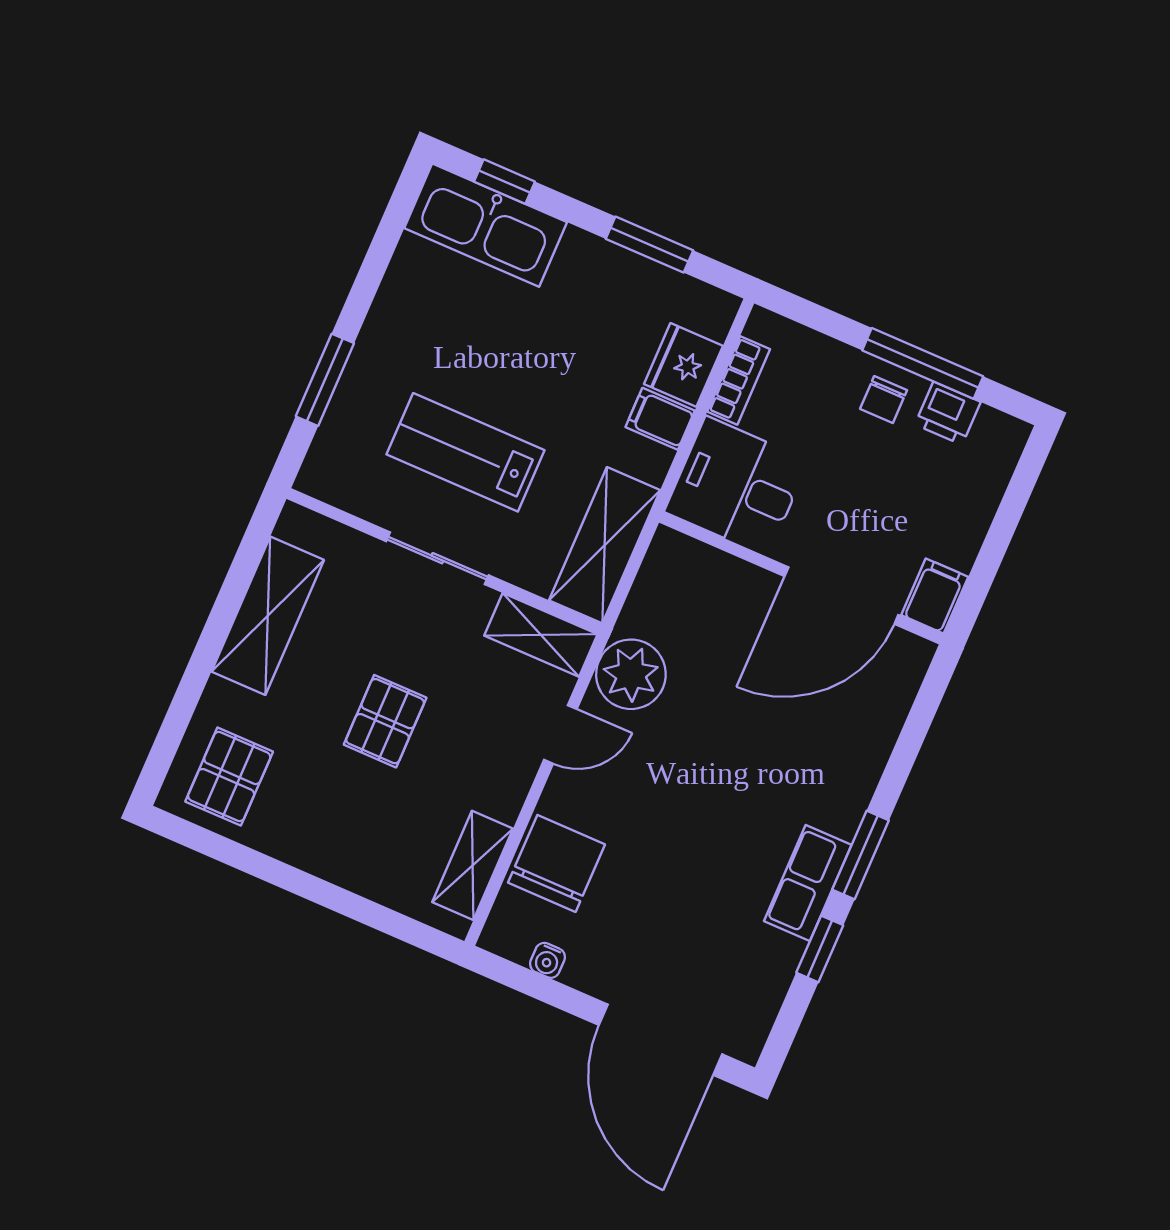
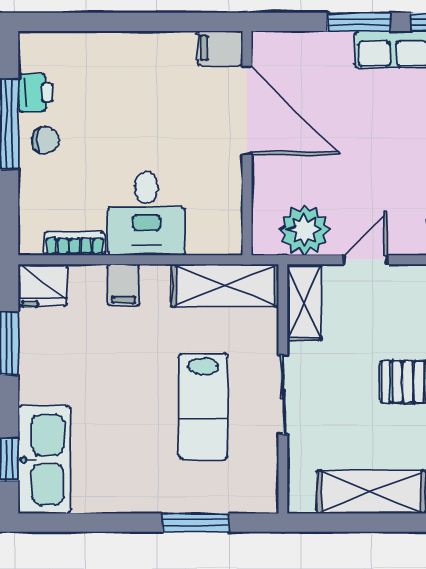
fridge: (683, 365) -> (43, 285), moved
wall: (801, 578) -> (247, 143), moved
door: (841, 596) -> (247, 111), moved
filing cabinet: (935, 596) -> (220, 48), moved
door: (560, 734) -> (366, 260), hinge flipped

